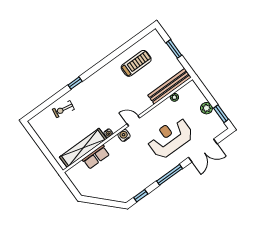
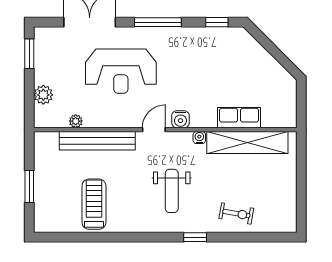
treadmill: (136, 63) -> (94, 204), turned 90
bench: (170, 86) -> (97, 141), moved
weight bench: (103, 97) -> (172, 191), added
plant: (206, 108) -> (43, 95), moved
door: (133, 121) -> (154, 130), swing flipped

